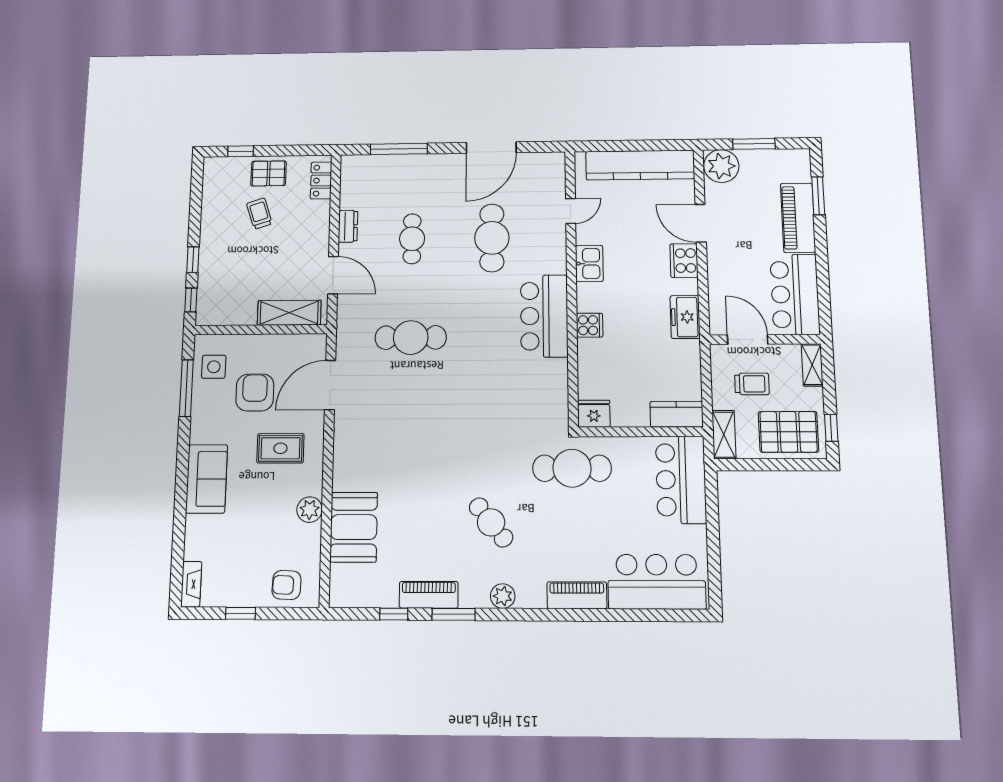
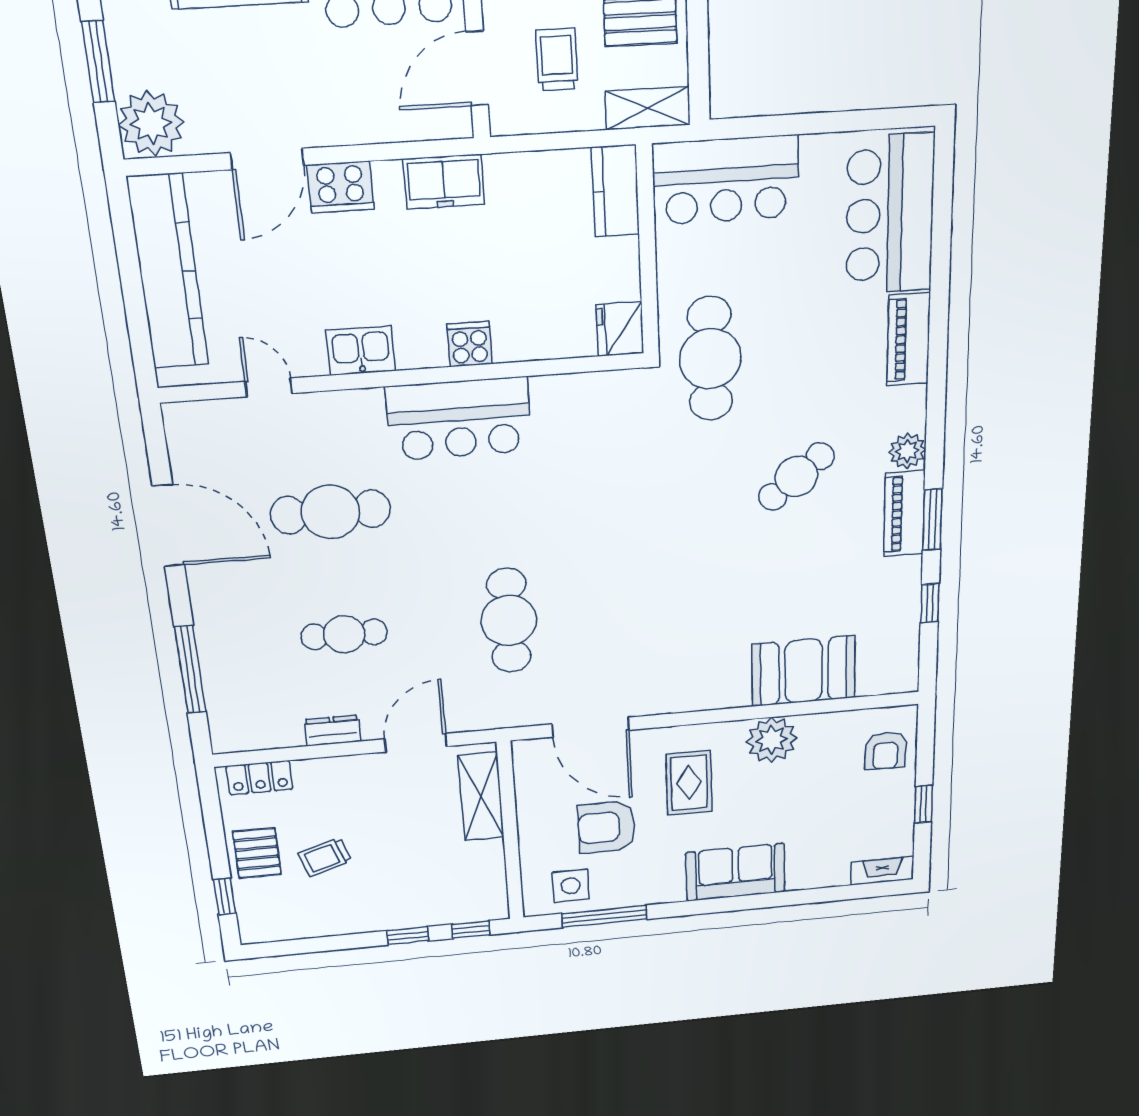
plant: (310, 510) -> (772, 740), width x1.36, depth x1.36
piano: (429, 595) -> (904, 514), moved

